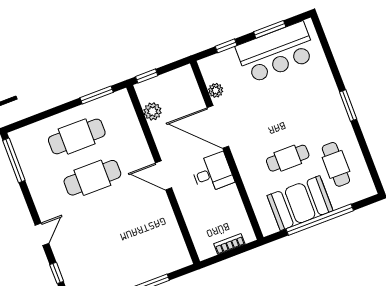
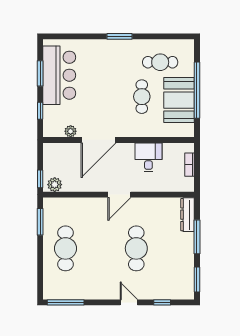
plant: (153, 111) -> (55, 185), moved
desk: (212, 173) -> (148, 157), moved
cafe table: (92, 178) -> (136, 248), moved
dresser: (170, 264) -> (188, 215), added

